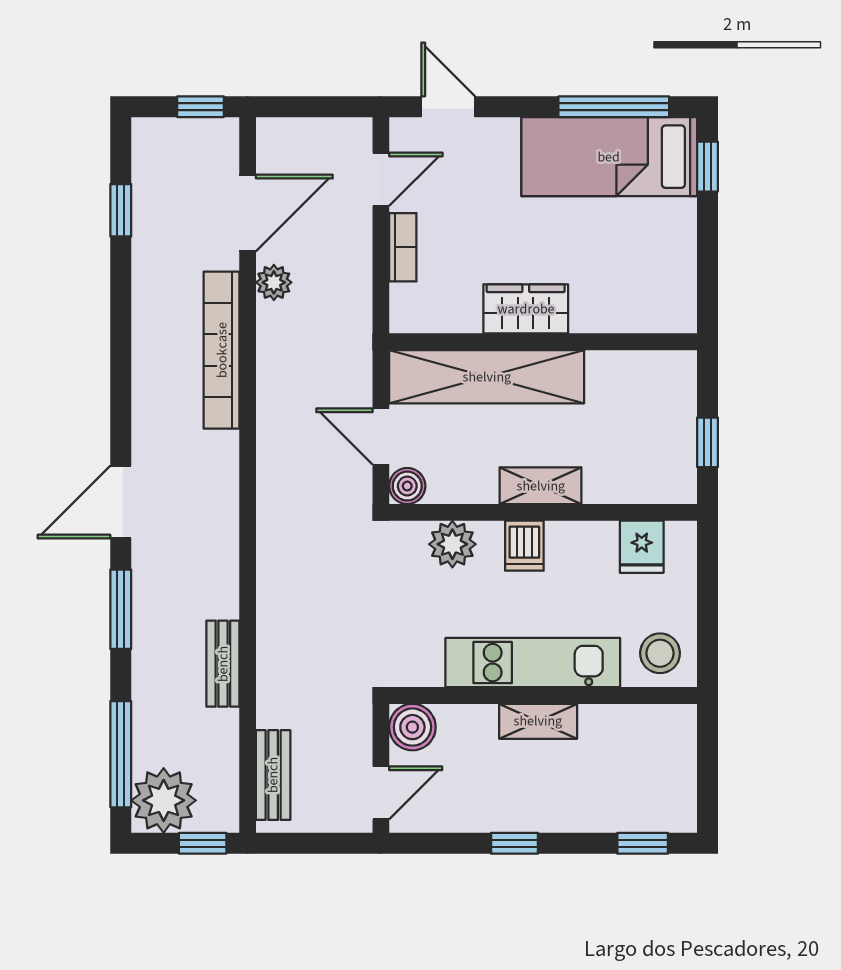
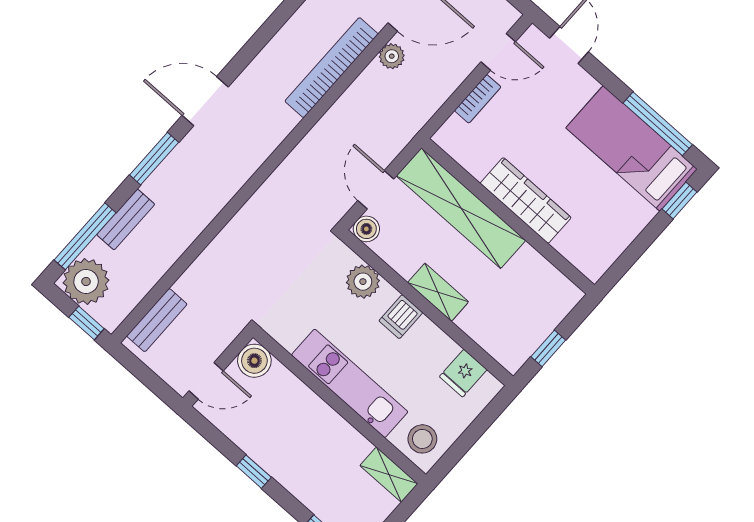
wardrobe: (526, 309) -> (526, 200), width x1.50
bench: (223, 664) -> (126, 219), moved
shelving: (538, 721) -> (389, 475), moved

